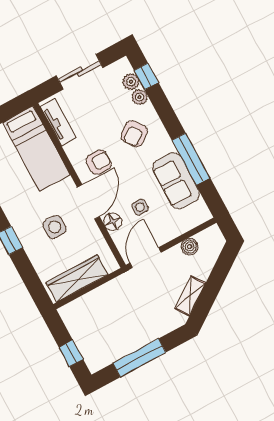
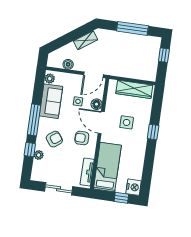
window: (146, 76) -> (30, 150), moved
plant: (131, 82) -> (50, 78), moved
window: (191, 159) -> (34, 120), moved
door: (88, 202) -> (101, 122), hinge flipped

